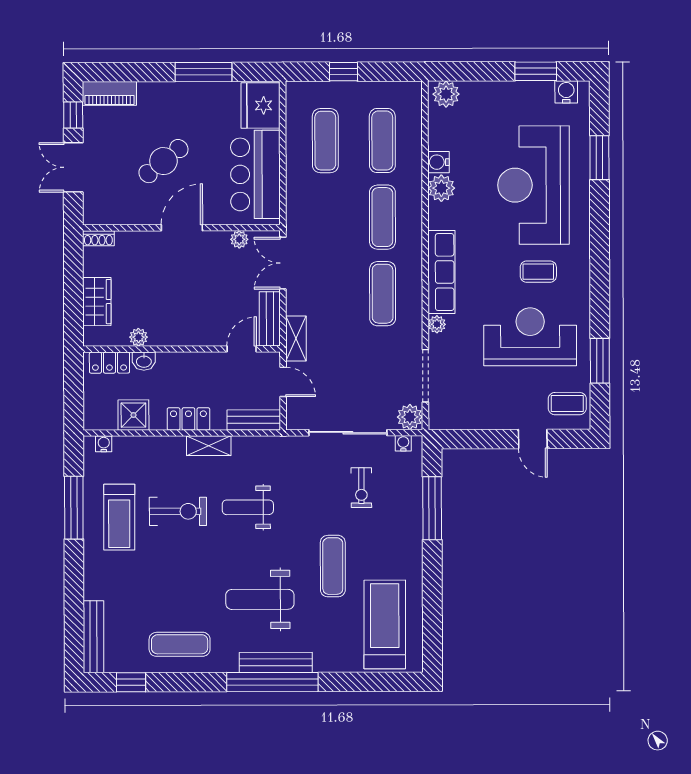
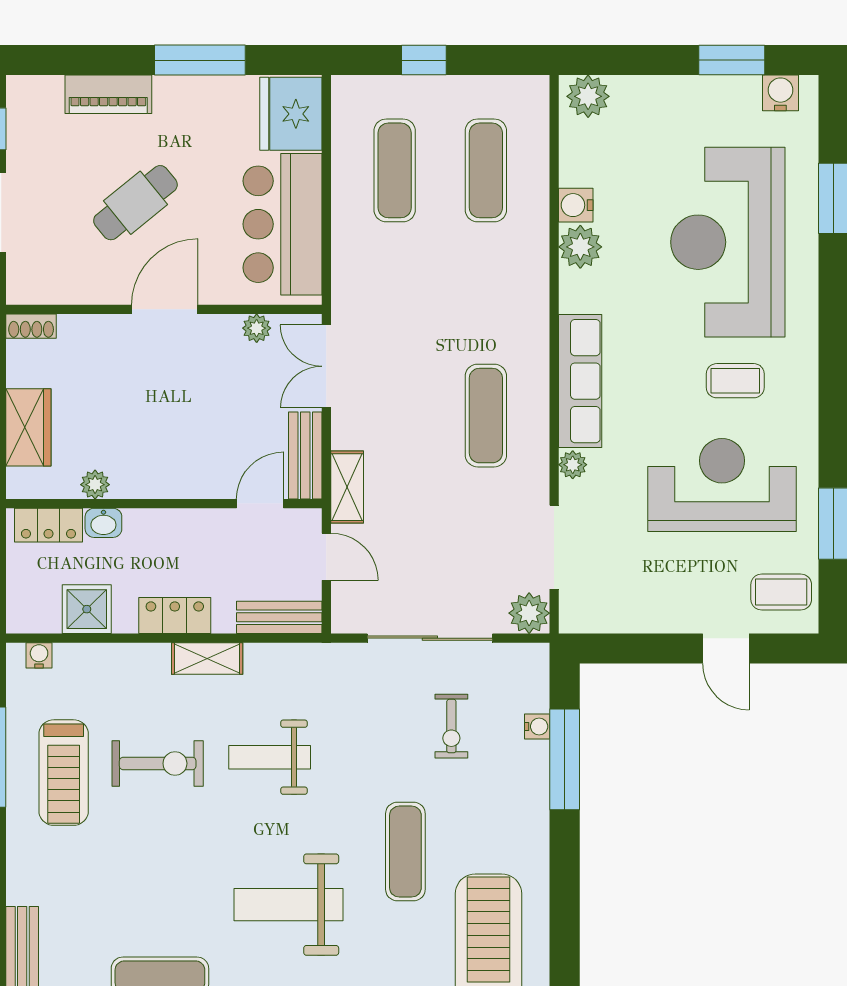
piano: (109, 93) -> (108, 94), moved
exercise mat: (382, 217) -> (486, 293), removed
water cooler: (403, 443) -> (537, 726), moved, turned 90

